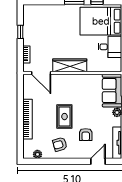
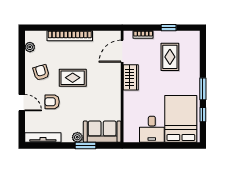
rug: (46, 31) -> (170, 57), added
wardrobe: (70, 65) -> (131, 77), width x0.67
door: (98, 161) -> (22, 103), moved

